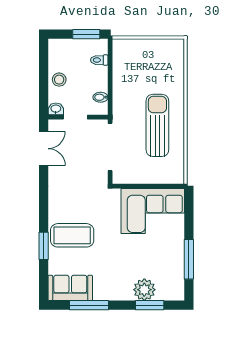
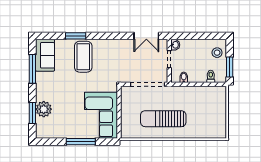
stool: (59, 80) -> (217, 53), moved
sun lounger: (157, 125) -> (163, 119), turned 180
window: (189, 259) -> (81, 142), moved

